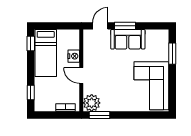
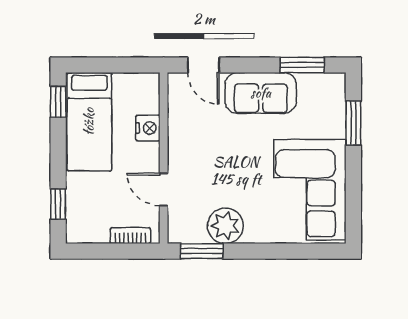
door: (100, 26) -> (203, 65), swing flipped
window: (125, 26) -> (302, 65), moved
door: (81, 75) -> (164, 190), moved
plant: (92, 103) -> (225, 226), moved

